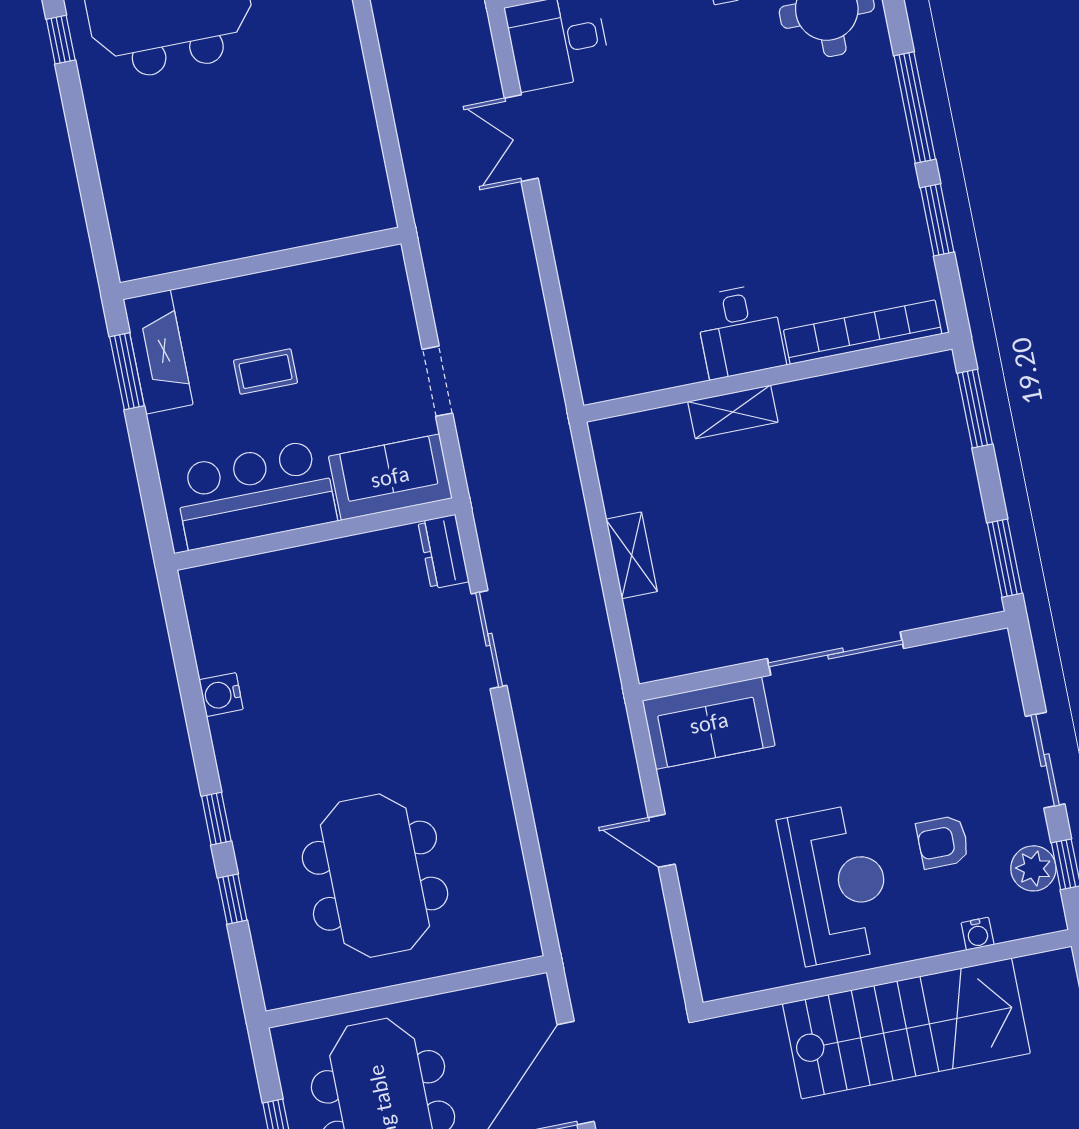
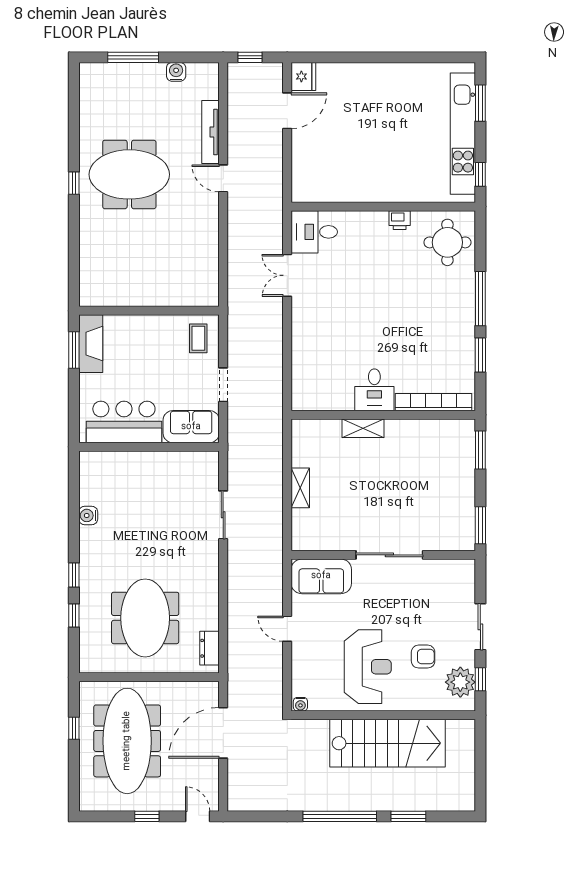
coffee table: (266, 372) -> (198, 338), moved, turned 90
dresser: (443, 552) -> (210, 648), moved
armchair: (943, 842) -> (423, 657), turned 180
plant: (1033, 868) -> (460, 682), width x1.36, depth x1.36
water cooler: (978, 934) -> (300, 704), moved

